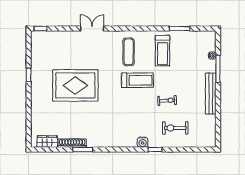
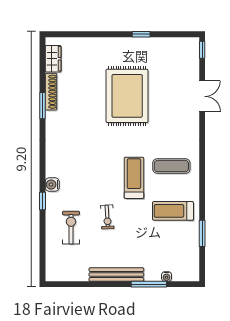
double door: (92, 29) -> (202, 96), moved
treadmill: (137, 80) -> (134, 178), turned 180

